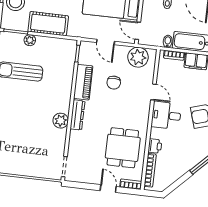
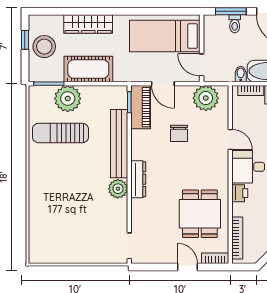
plant: (30, 40) -> (68, 99), width x1.87, depth x1.87
piano: (83, 82) -> (141, 107), moved
bench: (66, 85) -> (119, 144), added
printer: (155, 146) -> (240, 193), moved

